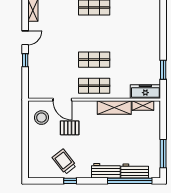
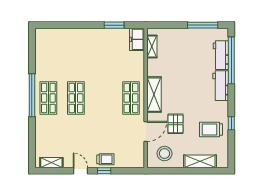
shop shelf: (94, 60) -> (76, 98), moved
trolley: (36, 62) -> (105, 159), added
freezer: (145, 92) -> (137, 39), width x0.71
shelving: (114, 108) -> (154, 95), moved
shelving: (34, 151) -> (200, 161), added
trolley: (64, 162) -> (211, 130), turned 38

